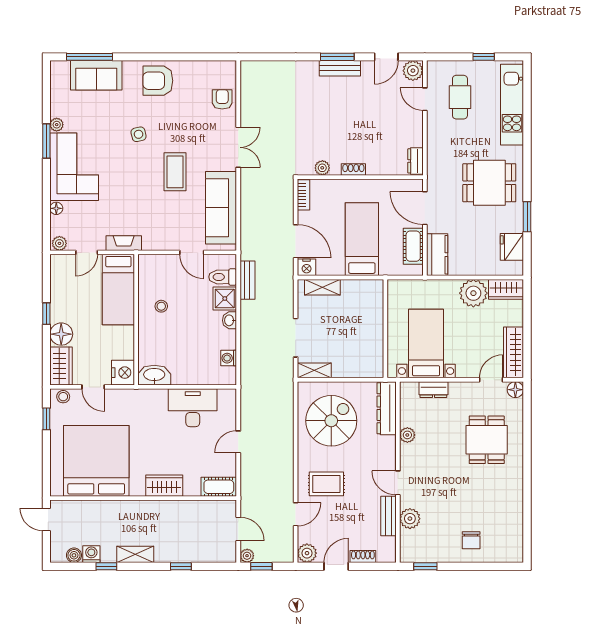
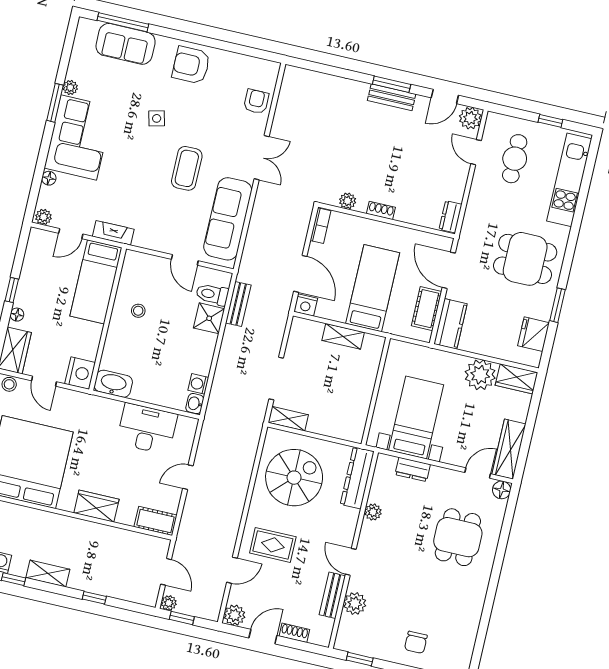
shelving: (322, 287) -> (343, 336), moved
washbasin: (230, 320) -> (195, 404), moved
floor lamp: (61, 334) -> (17, 315), width x0.53, depth x0.53

